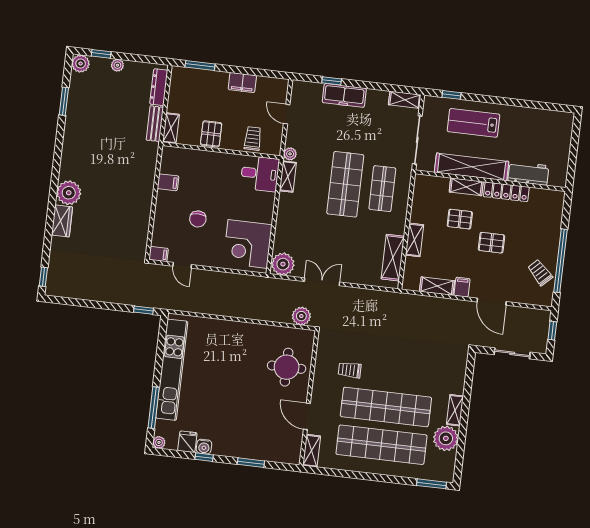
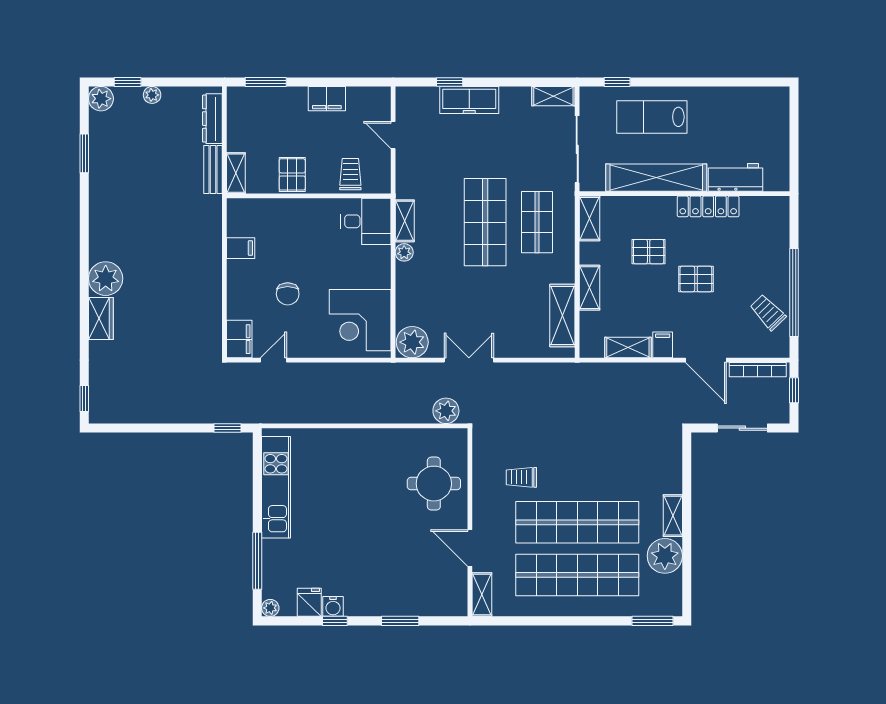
plant: (290, 154) -> (404, 252), moved
shelving: (466, 187) -> (589, 218), moved, turned 90
filing cabinet: (159, 254) -> (239, 339), width x2.00
door: (182, 265) -> (273, 360), swing flipped
bookcase: (528, 313) -> (758, 370), added
kitchen unit: (172, 370) -> (276, 487), width x0.73

